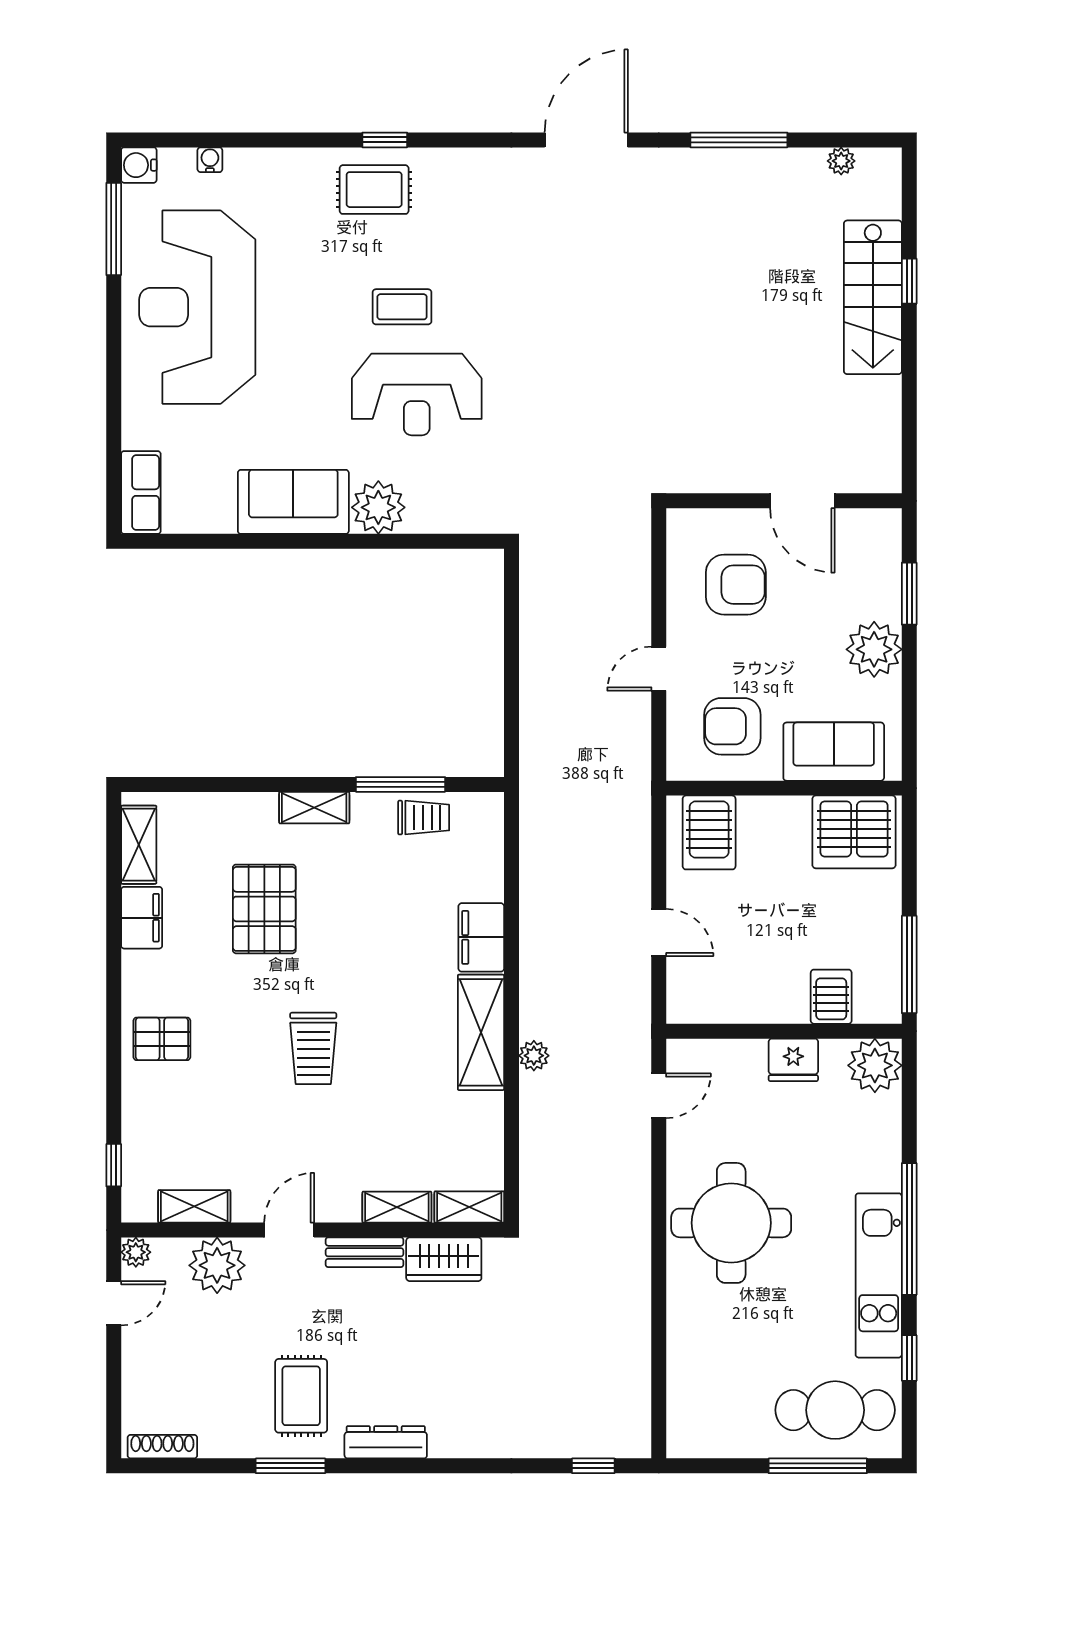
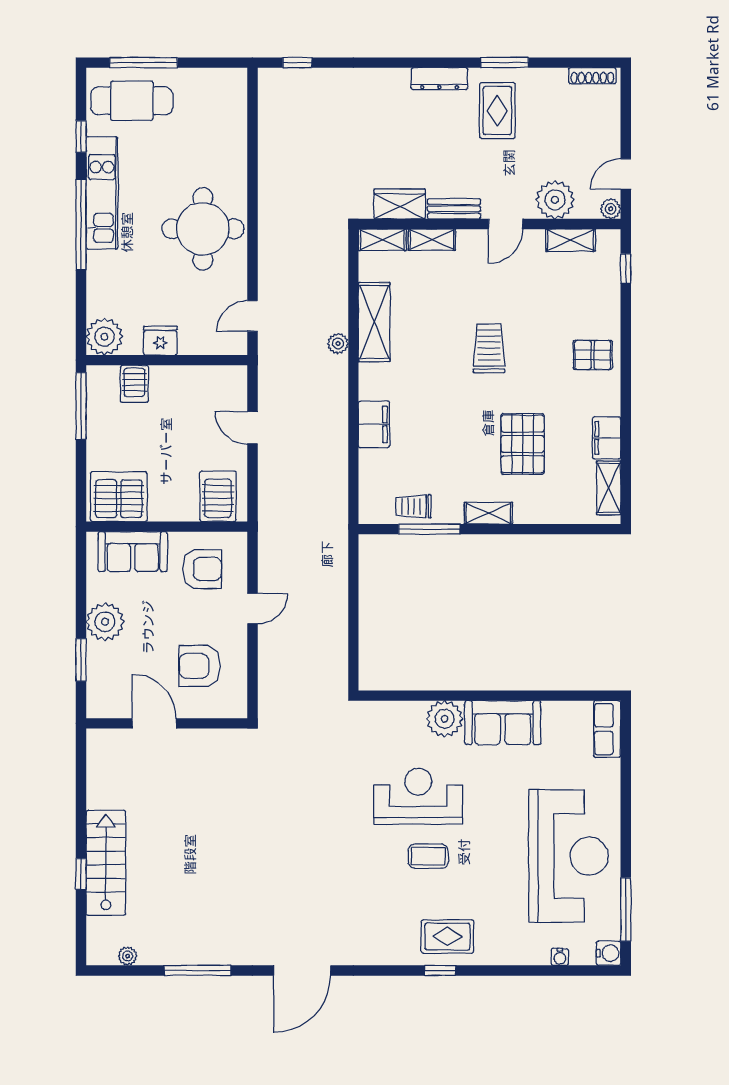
shelving: (481, 1032) -> (374, 322), moved

